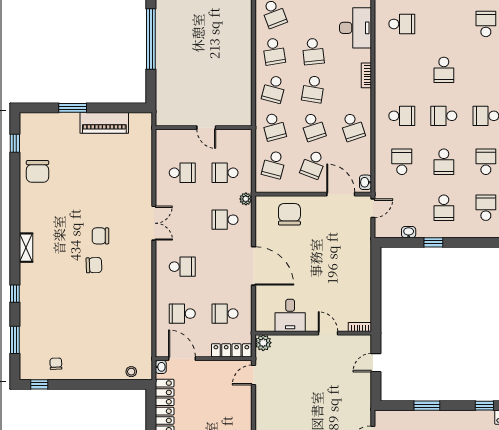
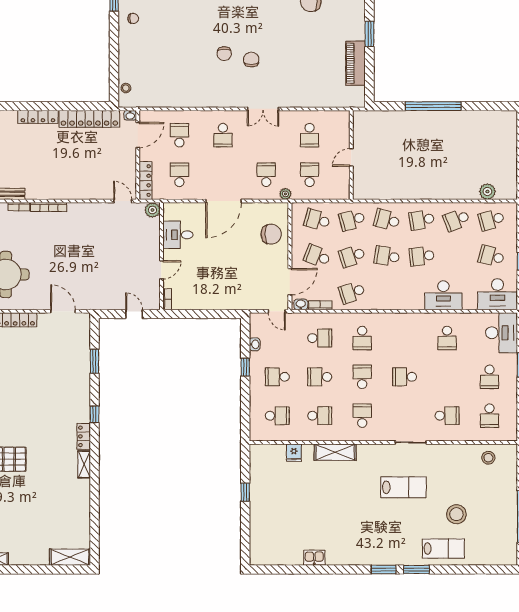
bookcase: (366, 75) -> (320, 305), moved

